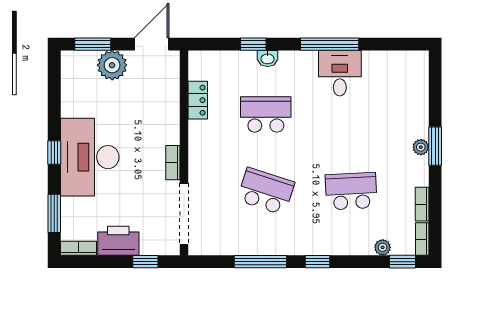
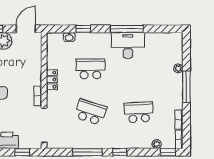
washbasin: (268, 58) -> (69, 37), moved
desk: (340, 73) -> (128, 45), width x1.37
locker: (198, 100) -> (52, 80), moved
window: (435, 146) -> (186, 87), width x1.44
plant: (421, 147) -> (178, 68), moved

